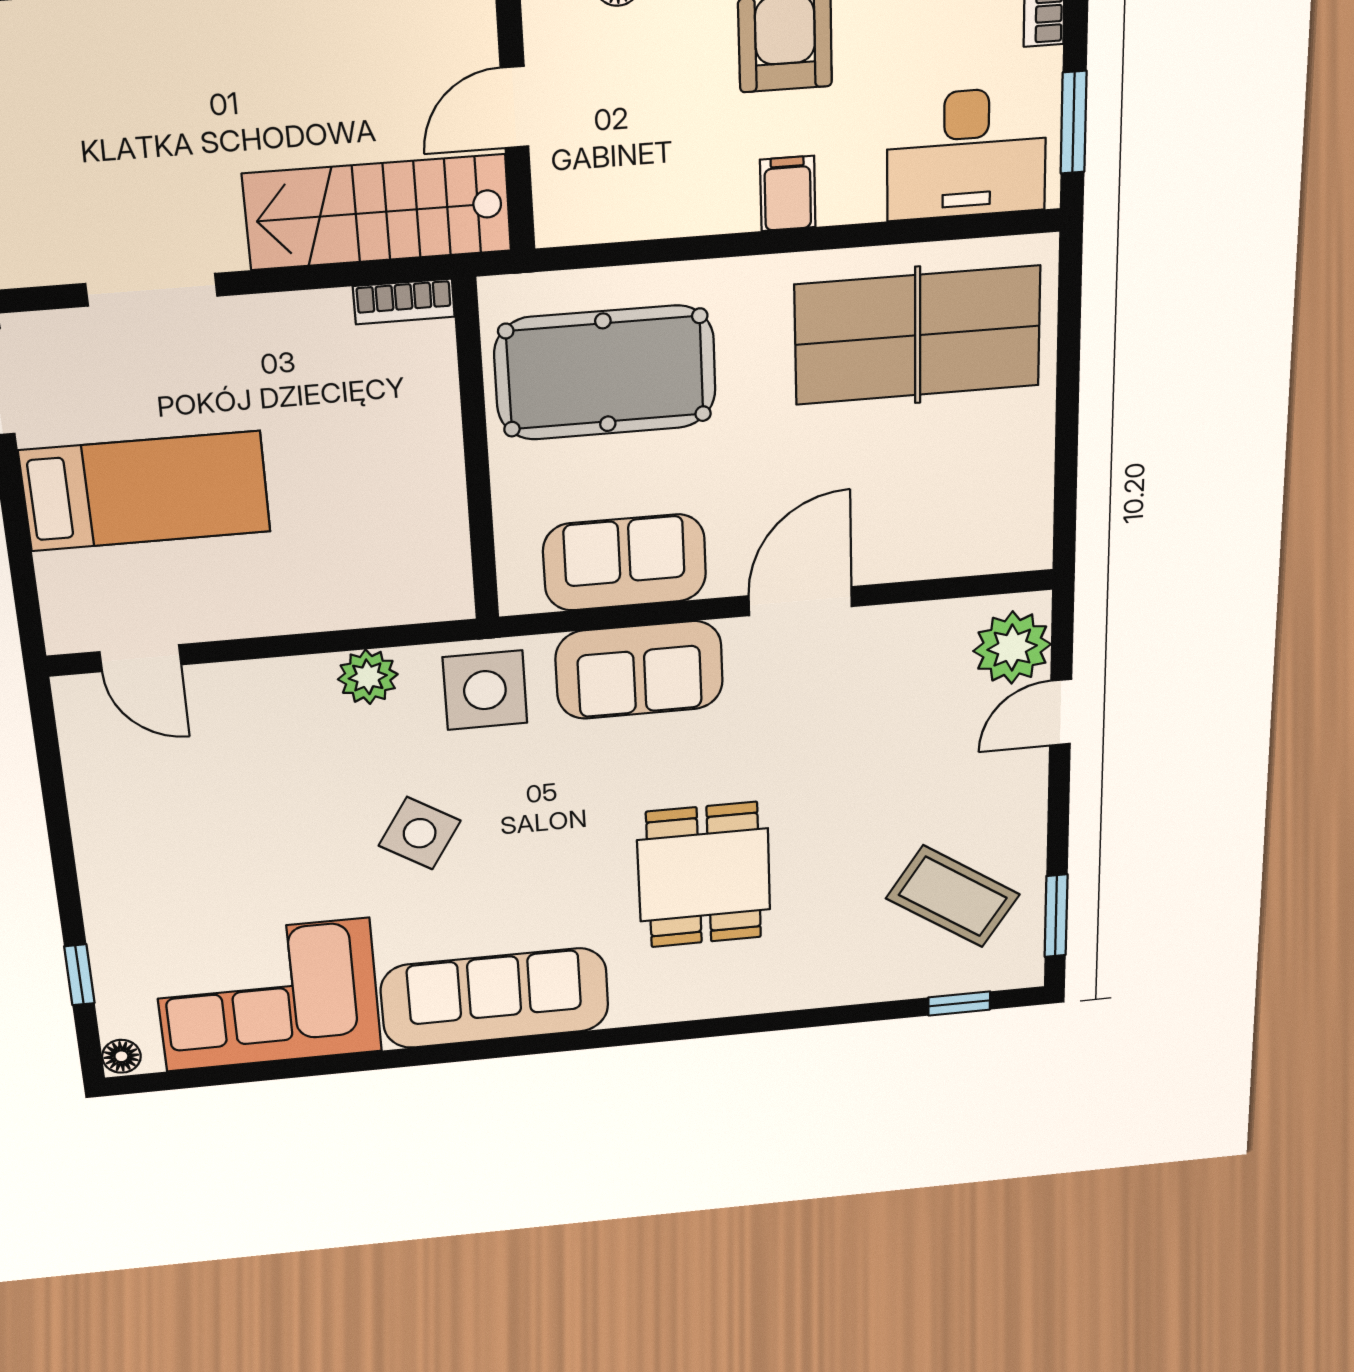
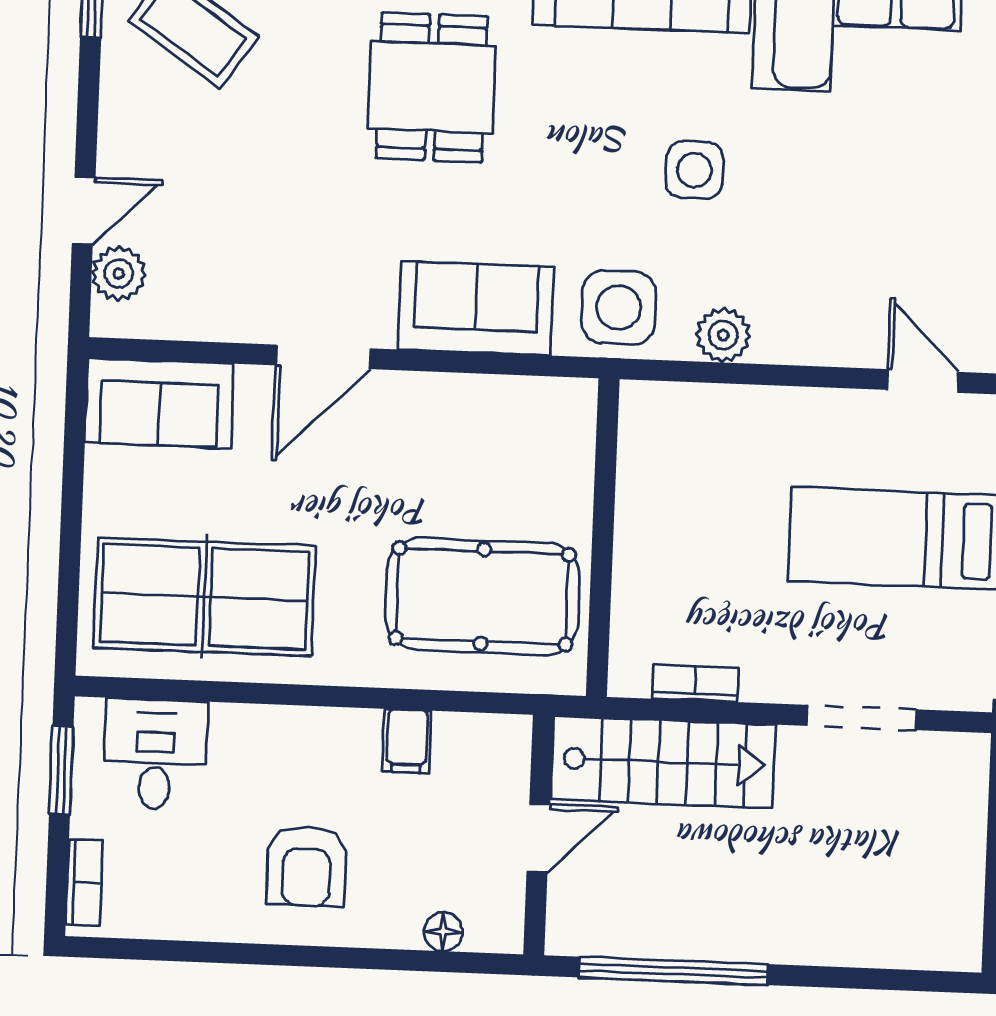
desk: (966, 154) -> (155, 754), width x0.73
filing cabinet: (788, 193) -> (407, 741), moved
bookcase: (404, 302) -> (695, 683), moved
sofa: (625, 562) -> (160, 403), moved
plant: (1012, 648) -> (119, 274), width x0.73, depth x0.73
side table: (420, 833) -> (694, 170), turned -32

